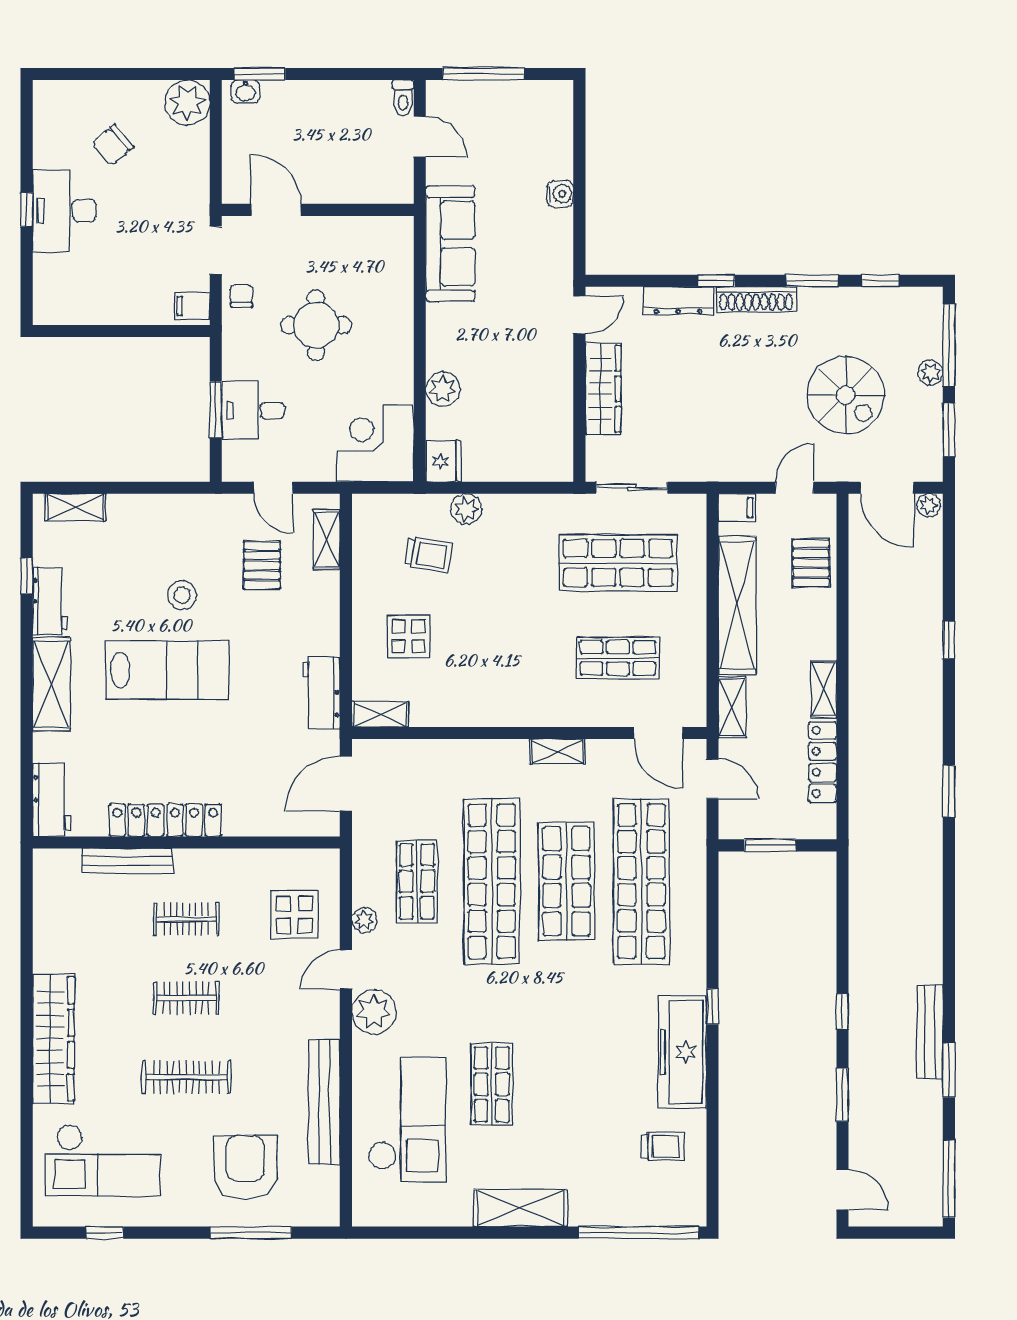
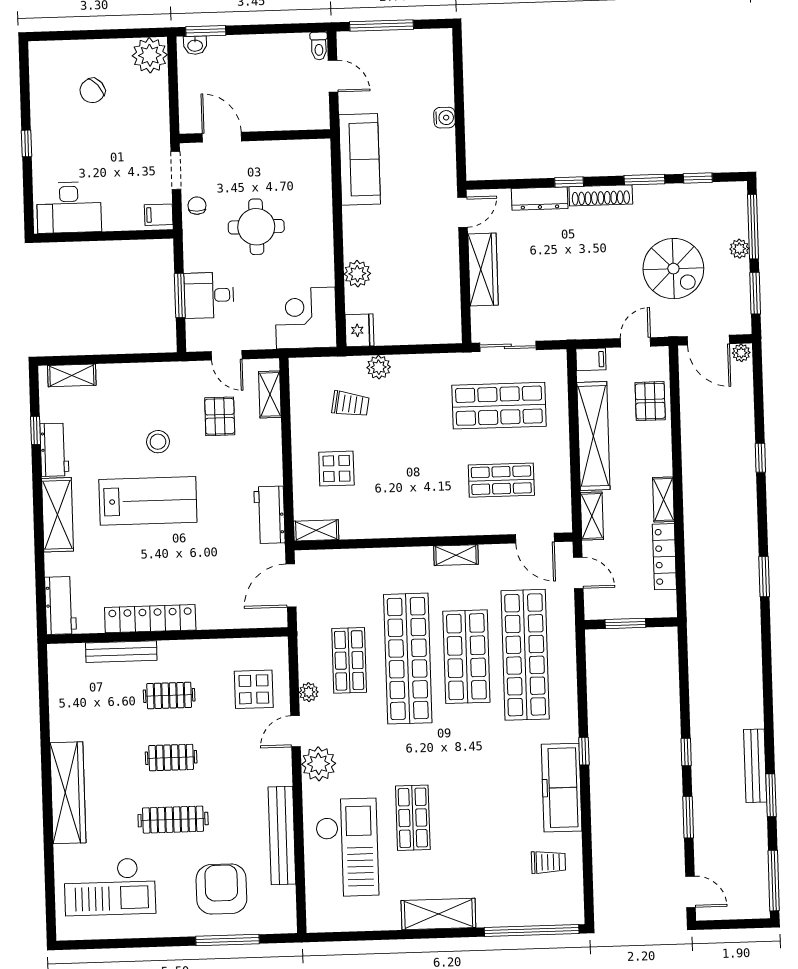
desk: (64, 211) -> (69, 207), moved, turned -90
window: (105, 1233) -> (113, 944), removed

